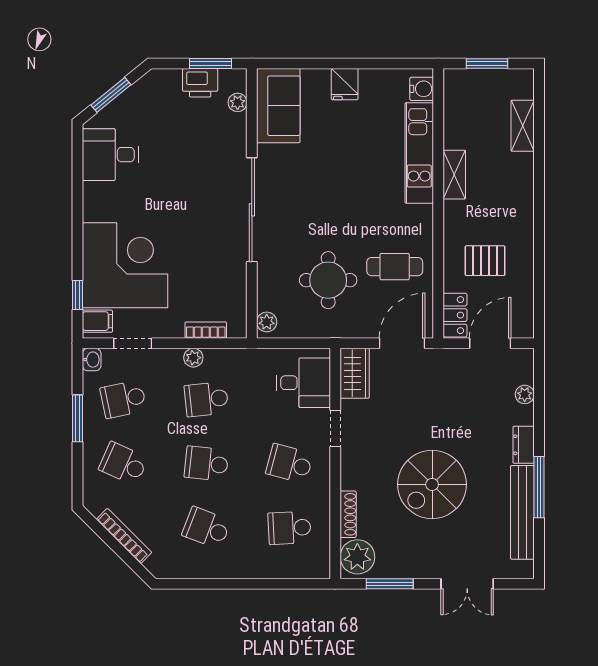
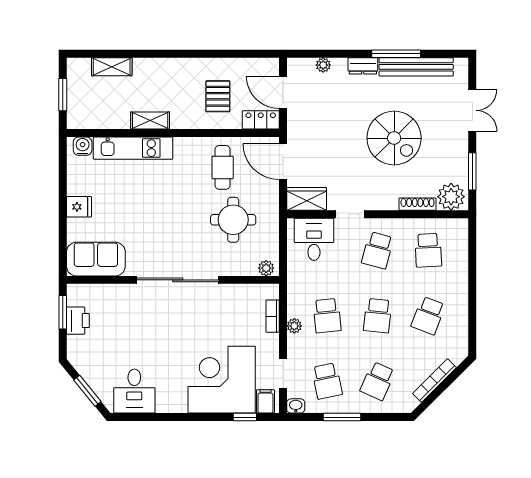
plant: (238, 102) -> (93, 291), removed

